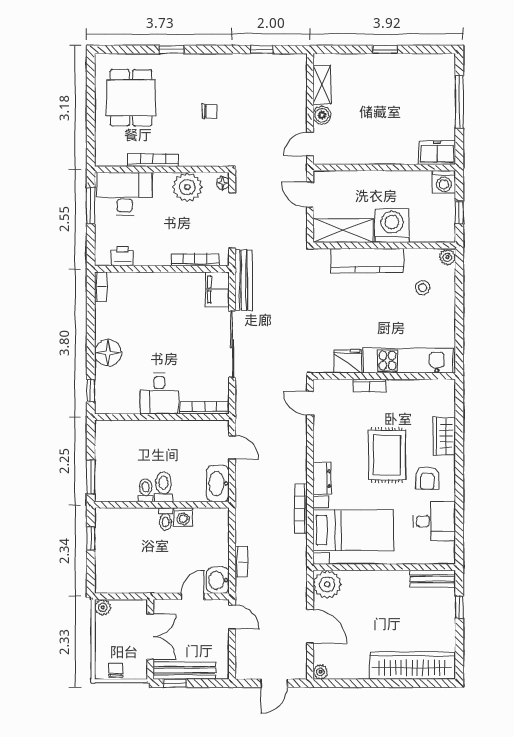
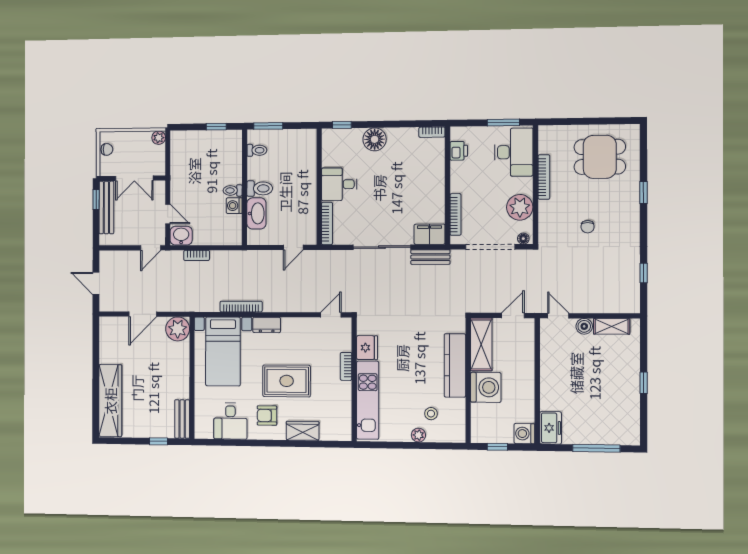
plant: (447, 257) -> (418, 435), moved
bench: (244, 280) -> (430, 257), width x0.73
washbasin: (218, 484) -> (256, 213), moved, turned 90
toilet: (146, 490) -> (257, 150), moved
plant: (320, 672) -> (105, 323), removed

